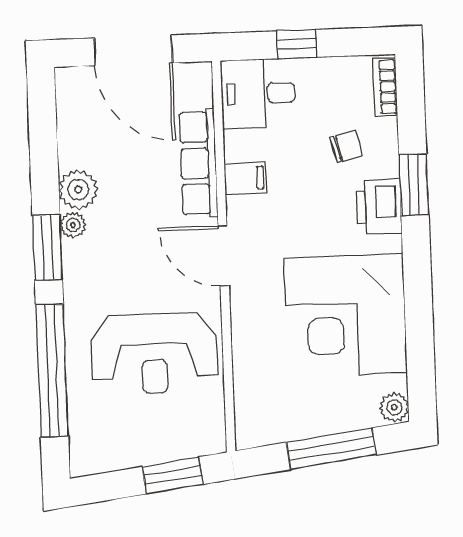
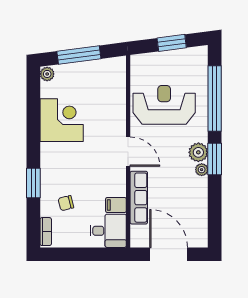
window: (297, 44) -> (88, 254), removed
filing cabinet: (246, 178) -> (116, 205), moved
plant: (78, 190) -> (198, 152), moved
printer: (379, 207) -> (51, 173), removed
corner desk: (345, 315) -> (62, 120), width x0.74, depth x0.74
window: (173, 475) -> (172, 43), moved

